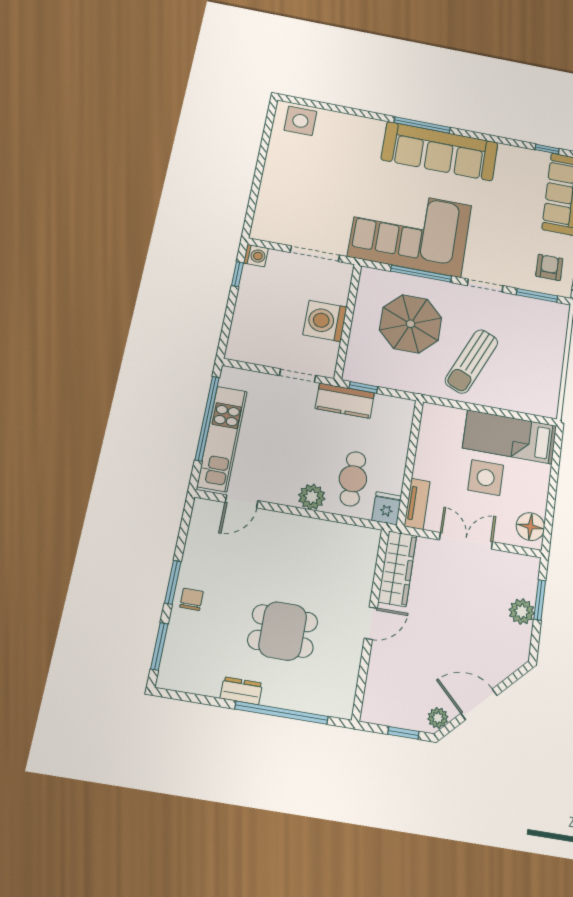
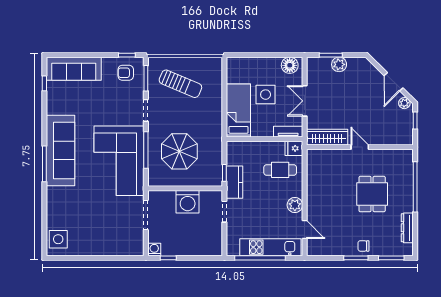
sun lounger: (471, 361) -> (180, 84), moved
bed: (510, 437) -> (238, 110), moved, turned 180
plant: (312, 497) -> (295, 205), moved
dresser: (241, 691) -> (407, 228), moved, width x1.44

